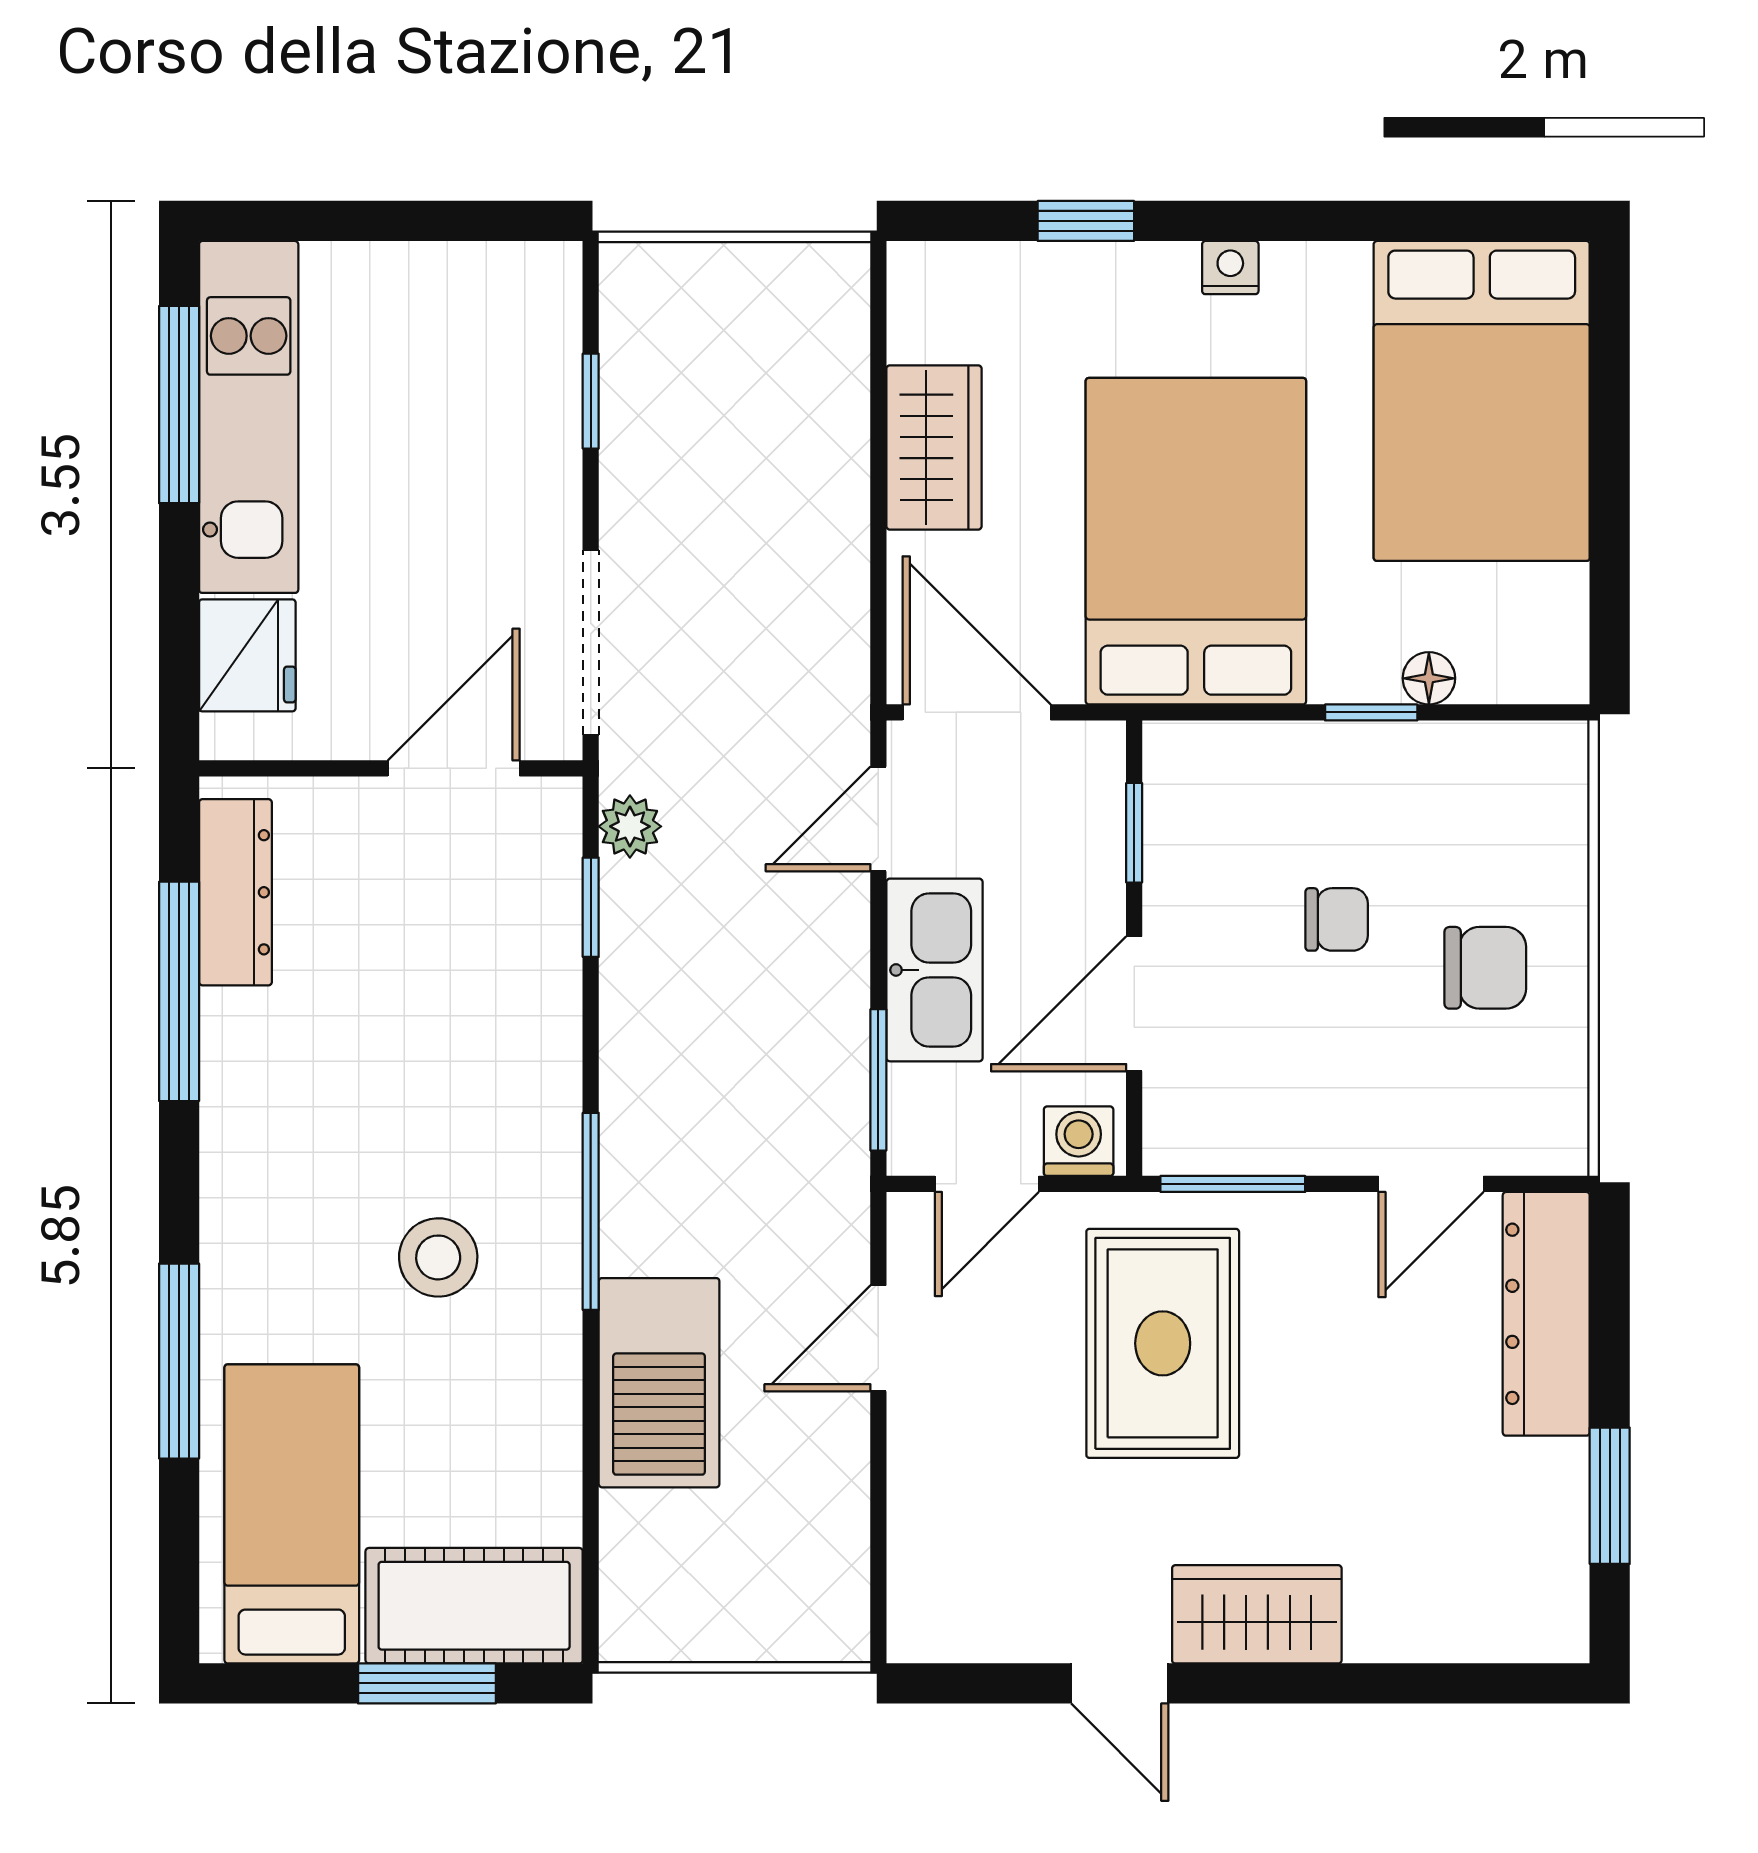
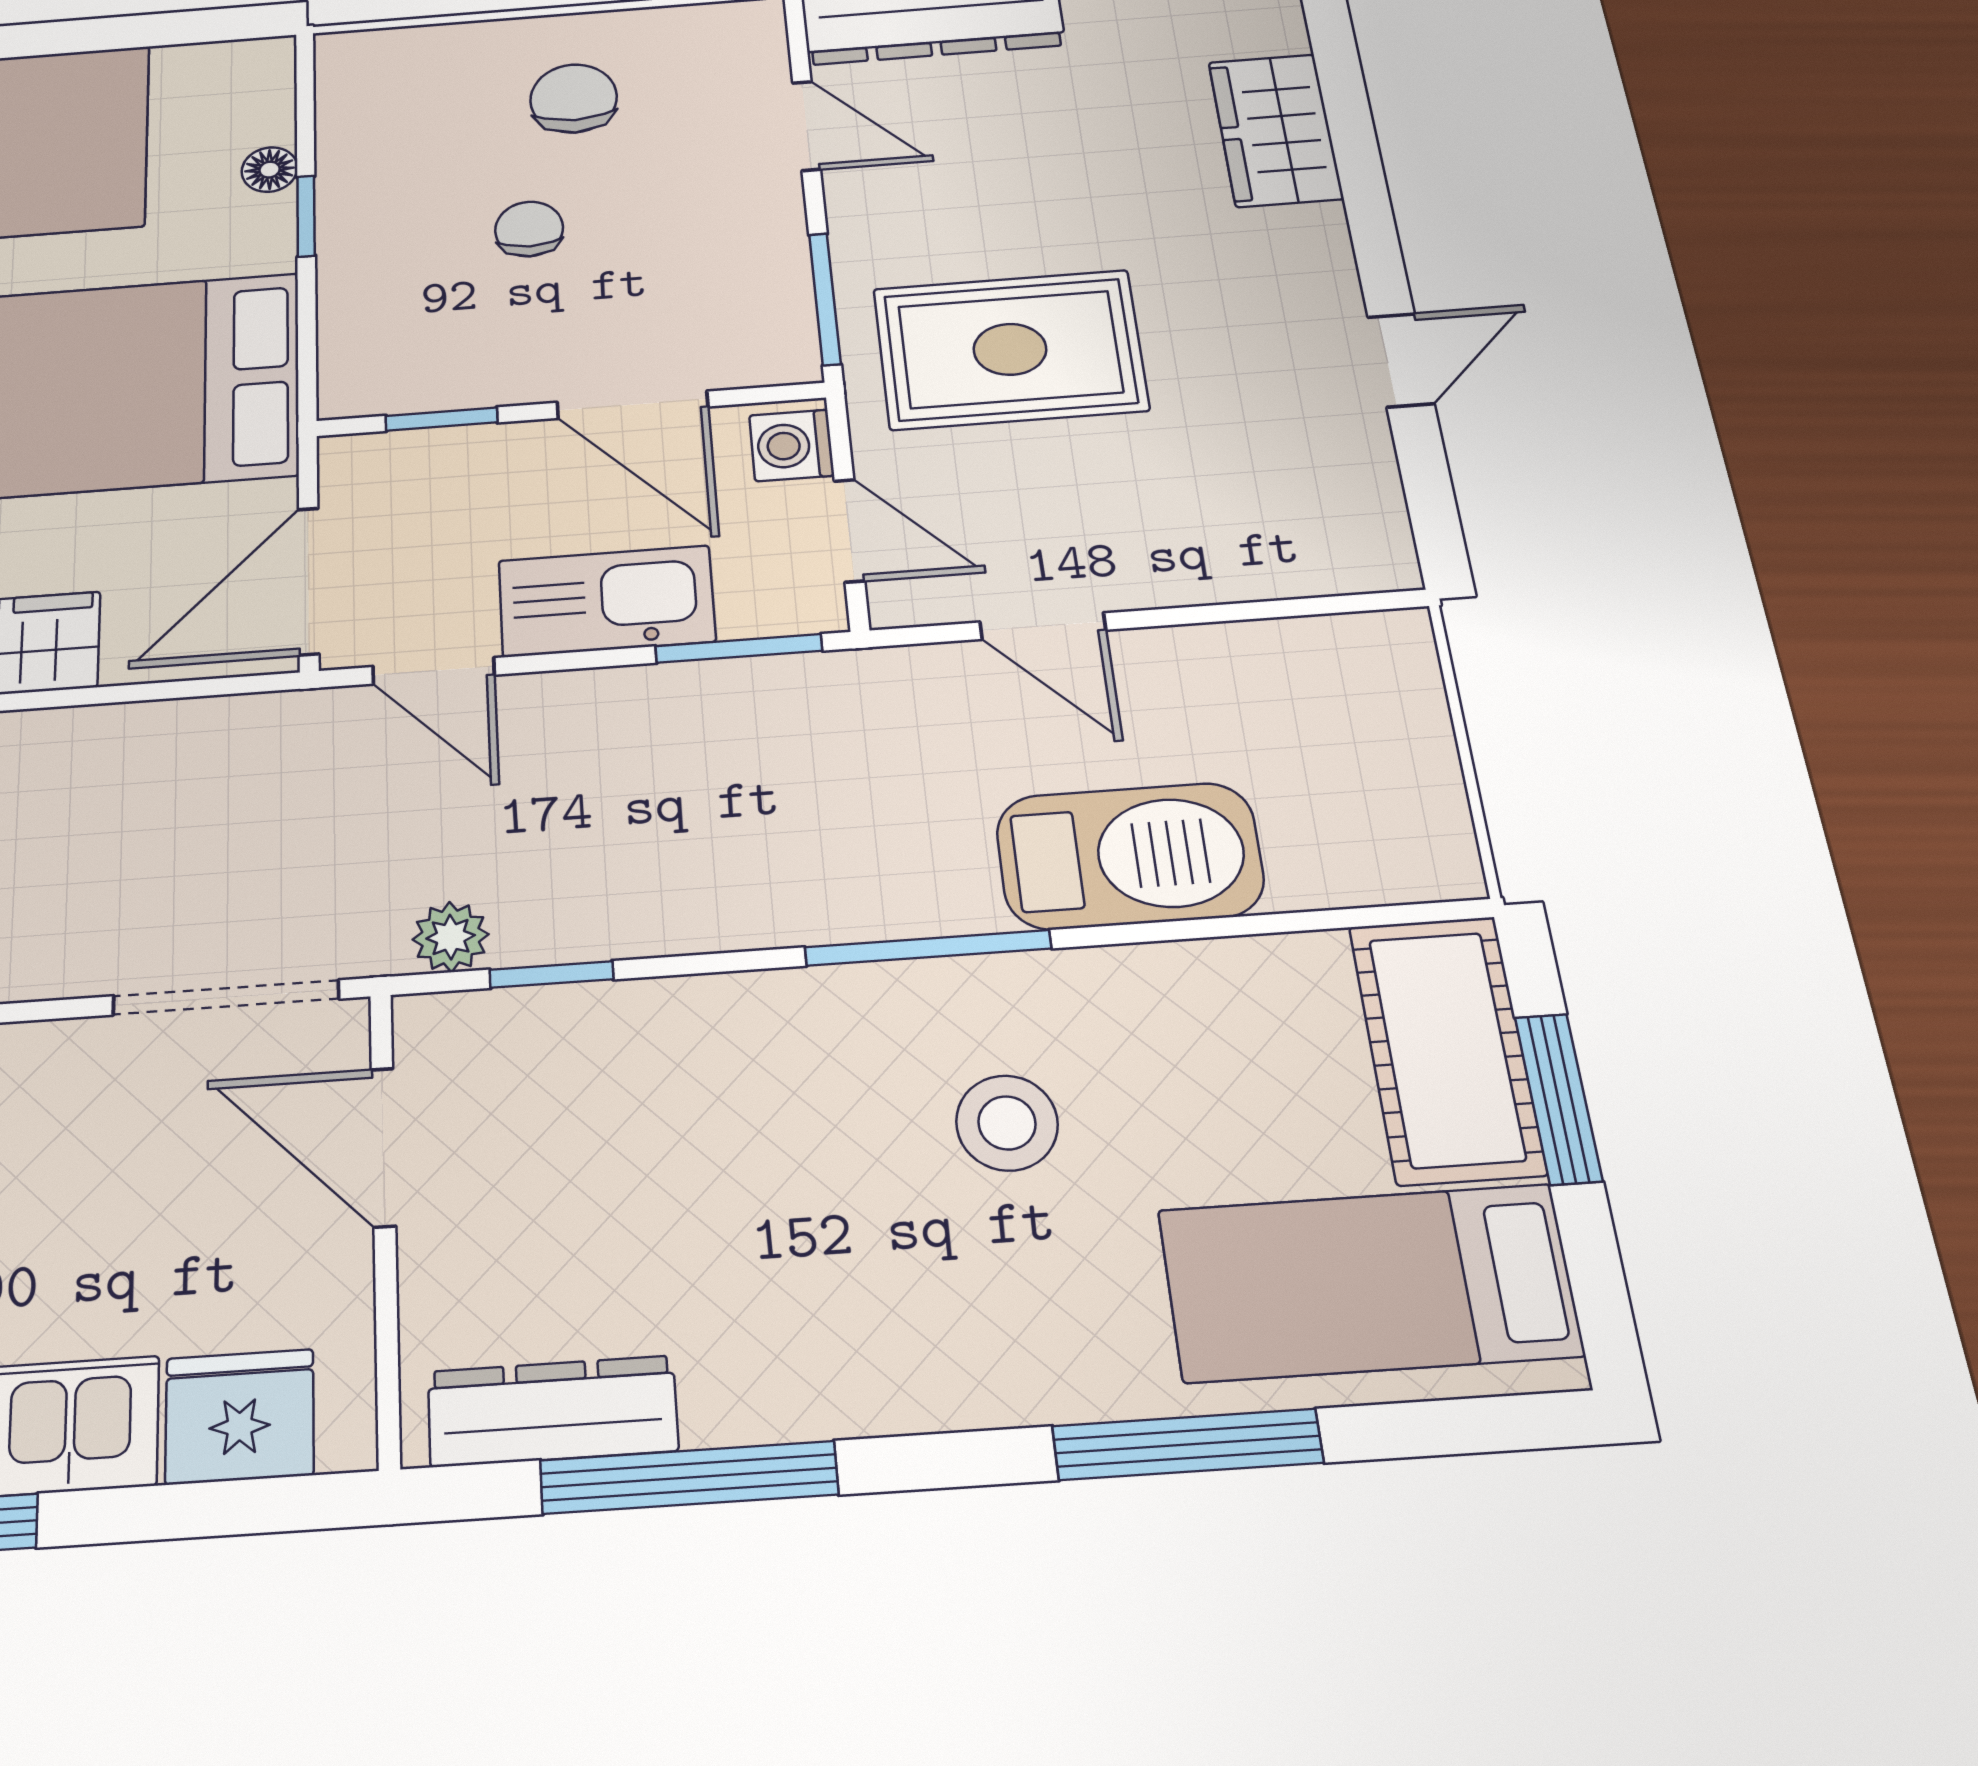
wardrobe: (1257, 1614) -> (1275, 130), moved

